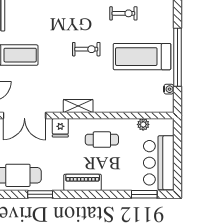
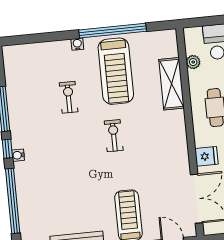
water cooler: (169, 89) -> (77, 44), moved
shelving: (78, 106) -> (172, 84), moved, width x1.50, depth x1.33

